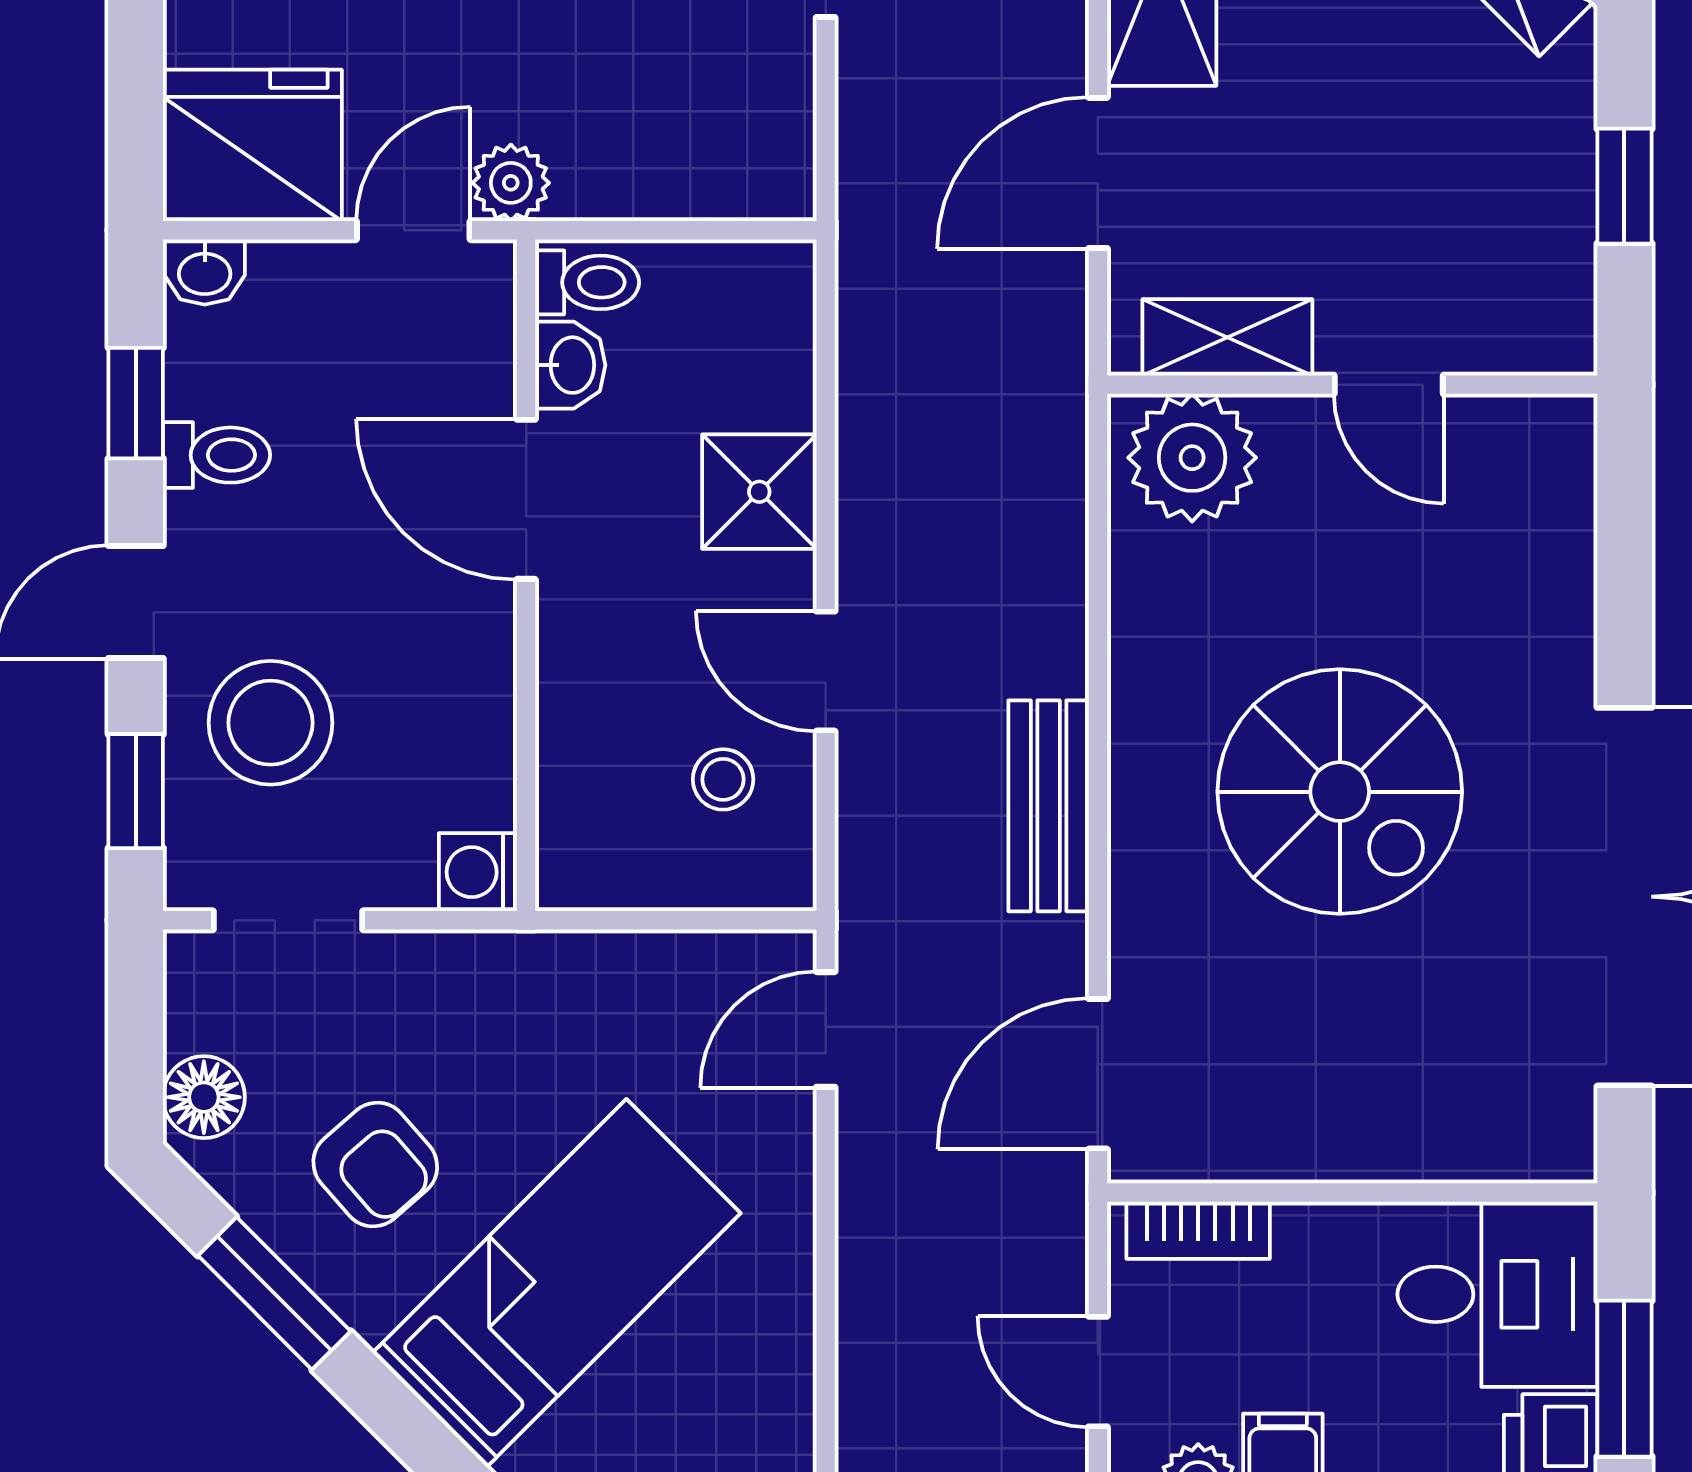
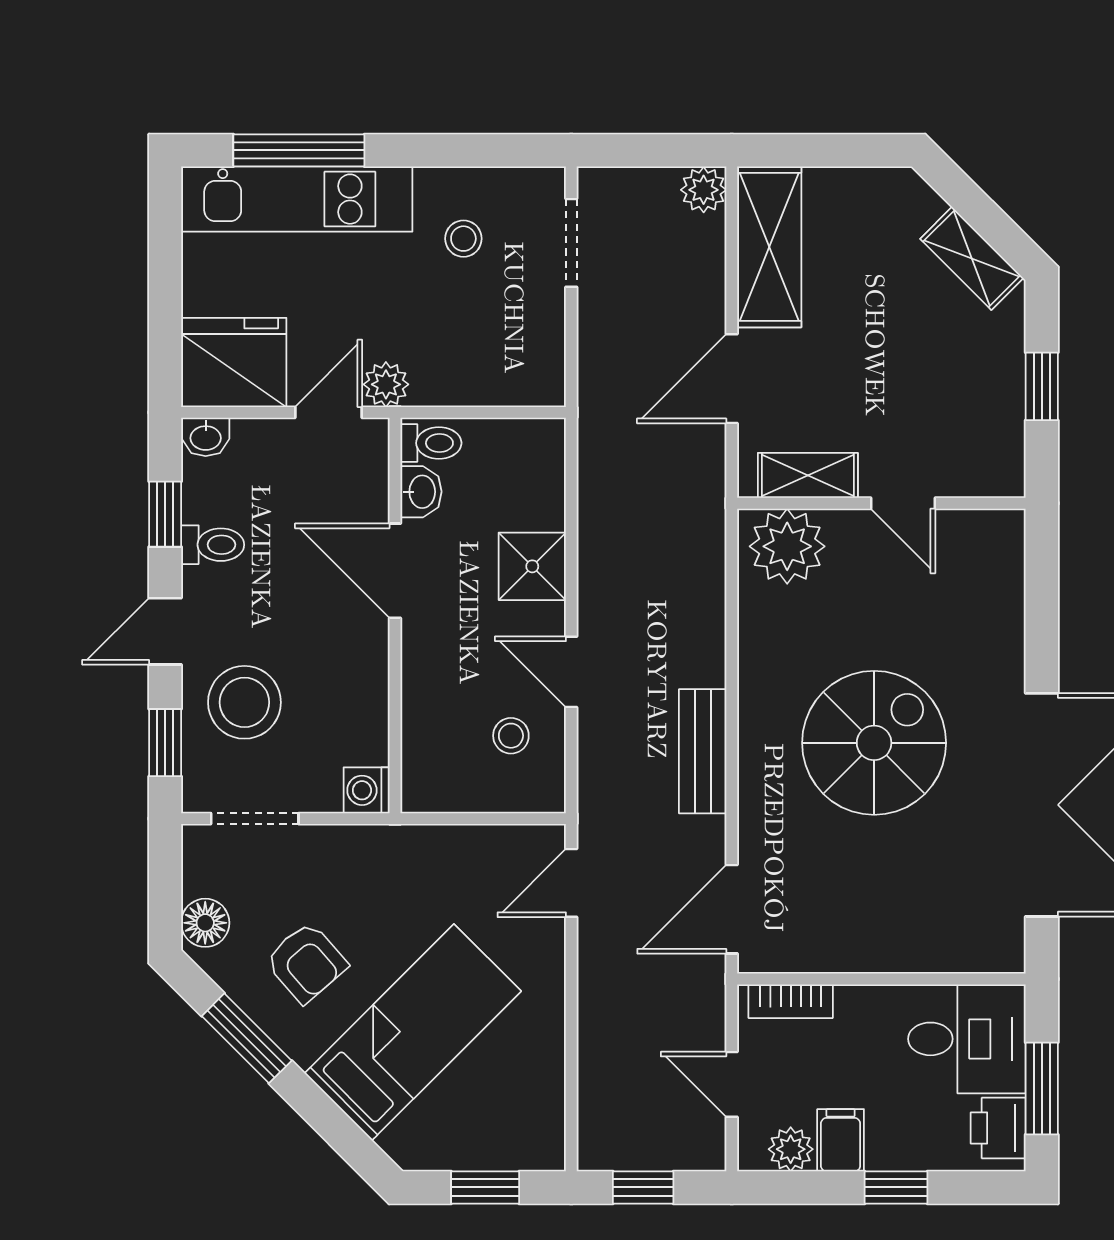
spiral stairs: (1340, 792) -> (874, 743), turned -90

